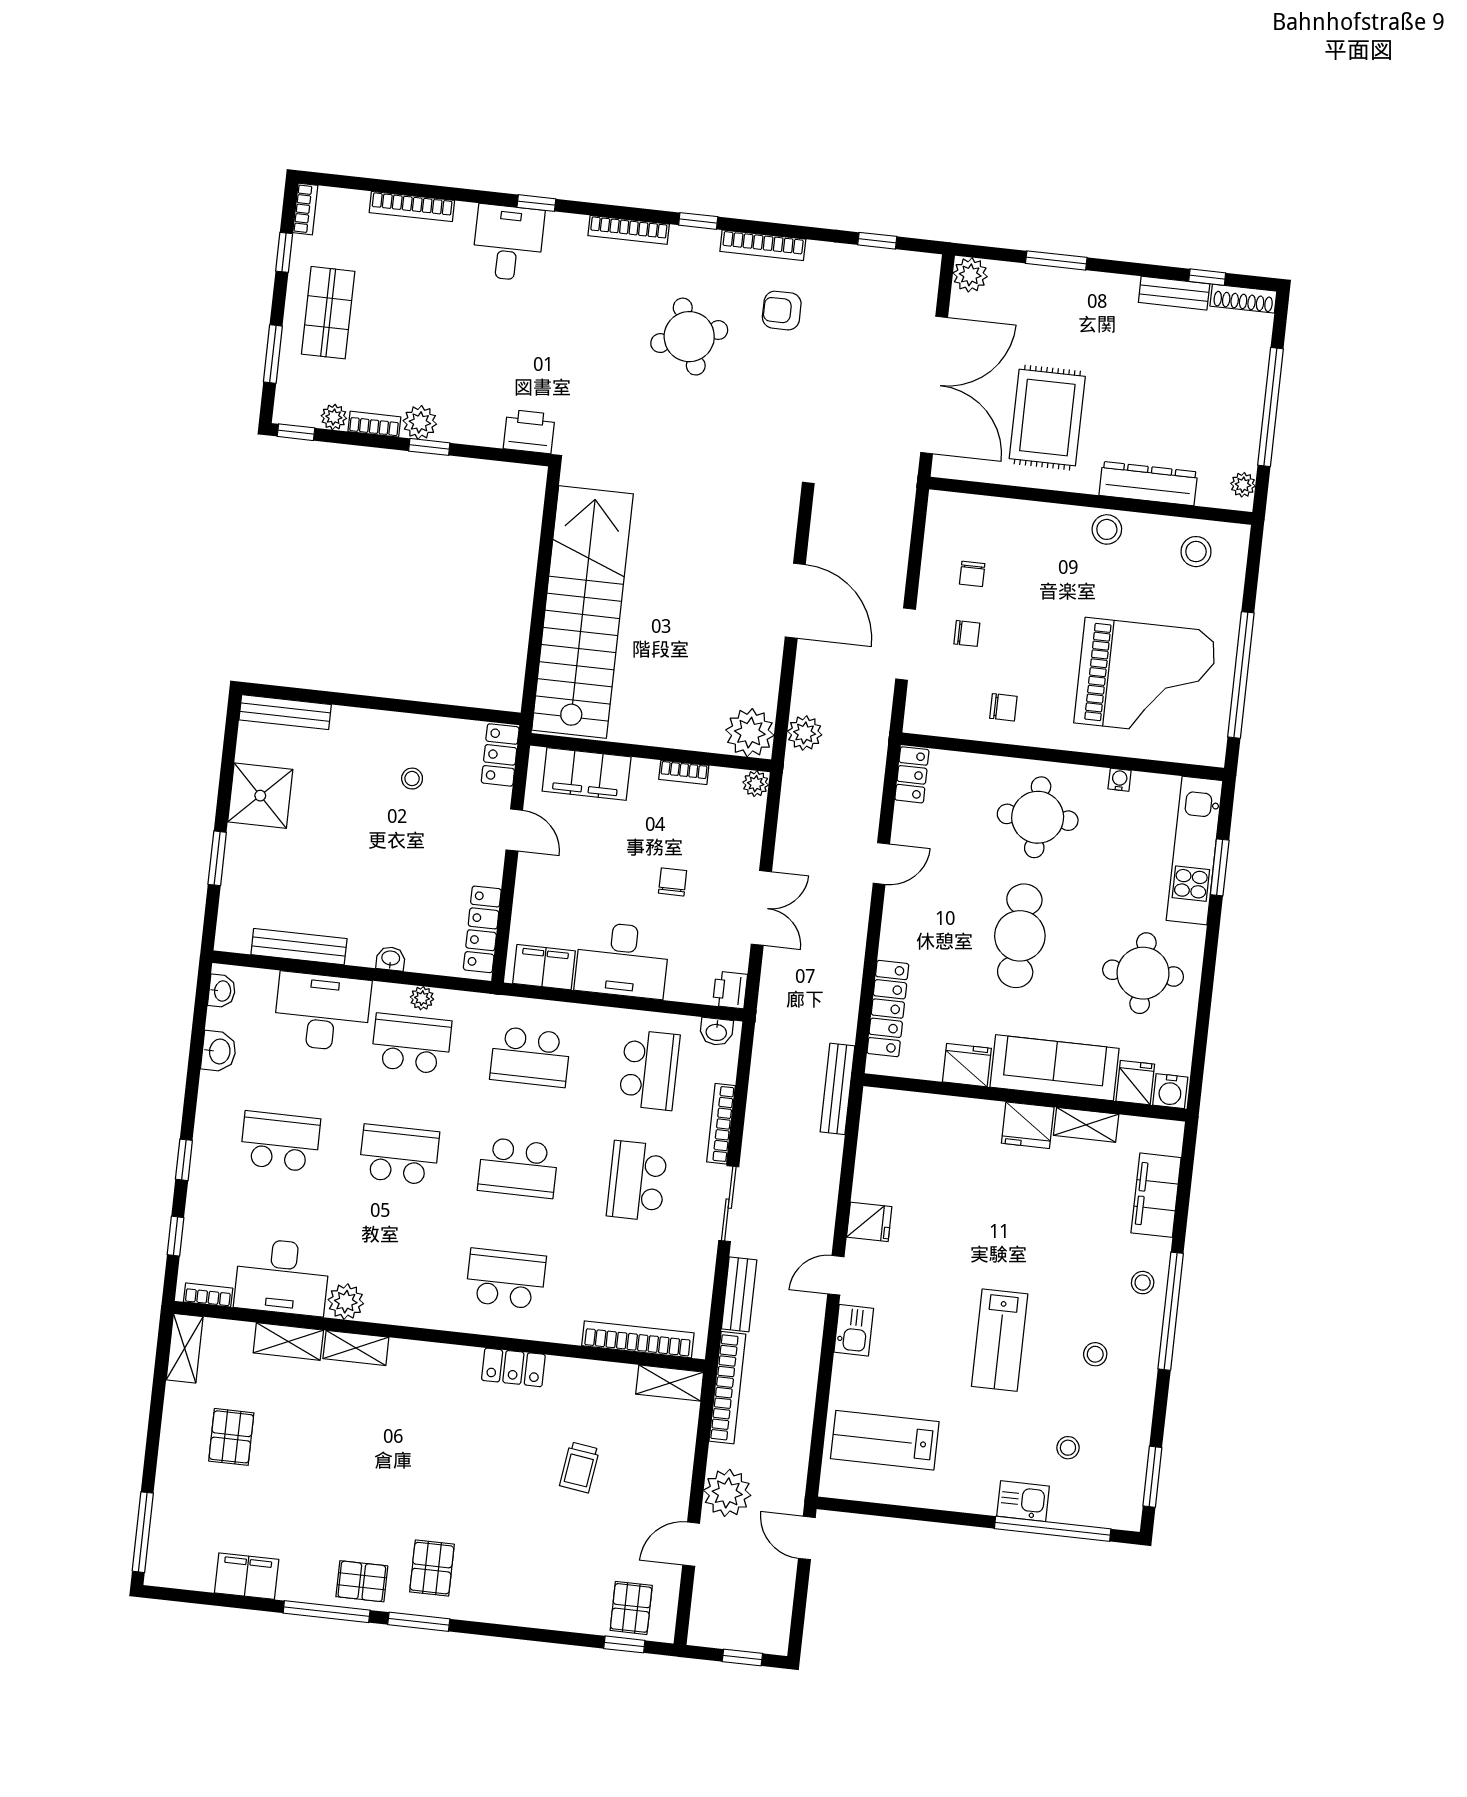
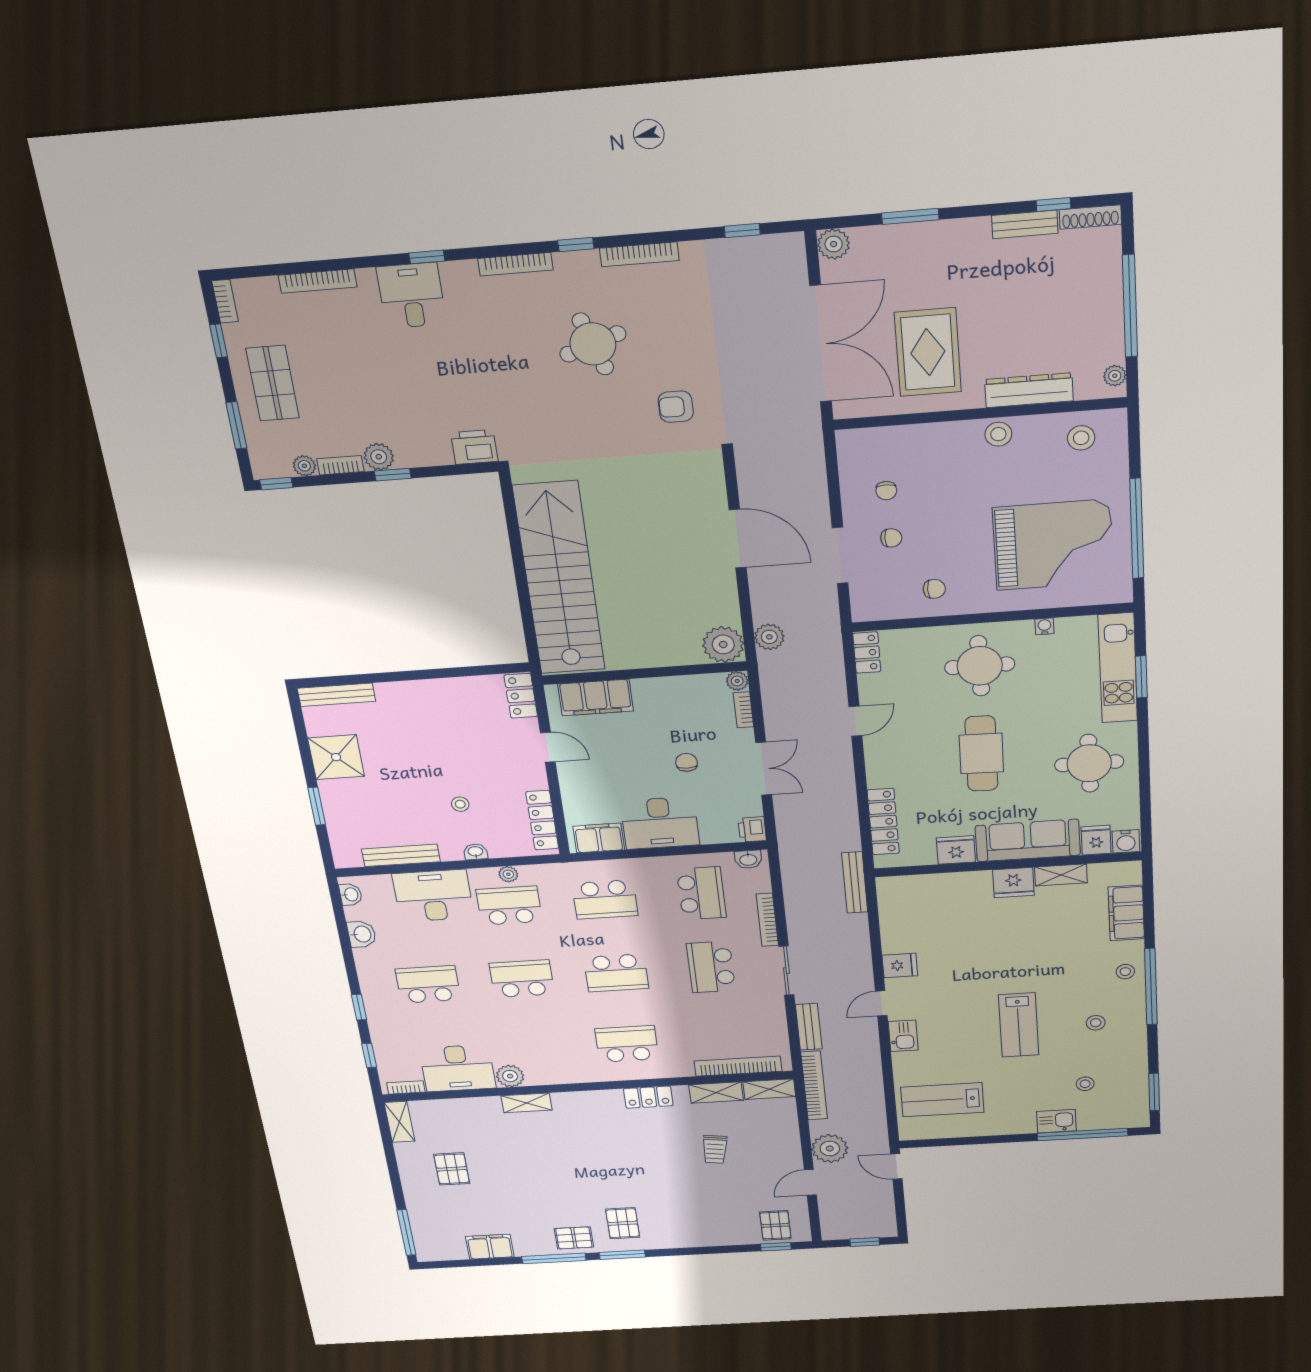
armchair: (782, 311) -> (676, 407), moved
bookcase: (684, 772) -> (743, 710), moved, turned 90
stool: (412, 779) -> (460, 804), moved
shelving: (288, 1341) -> (716, 1093), moved

